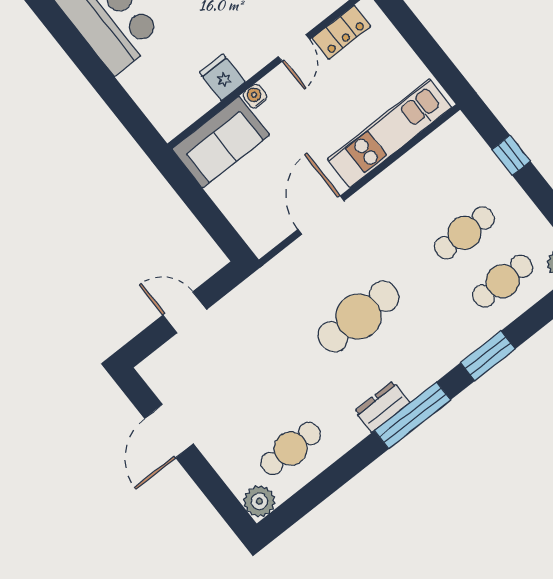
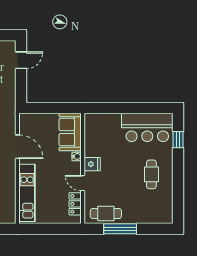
fridge: (222, 77) -> (92, 164), moved
door: (185, 312) -> (21, 60), moved

